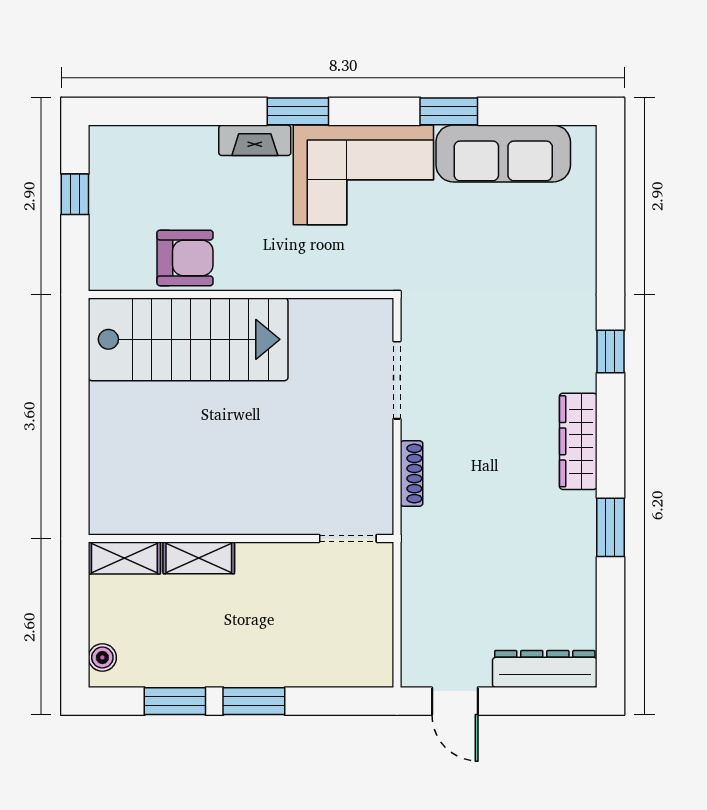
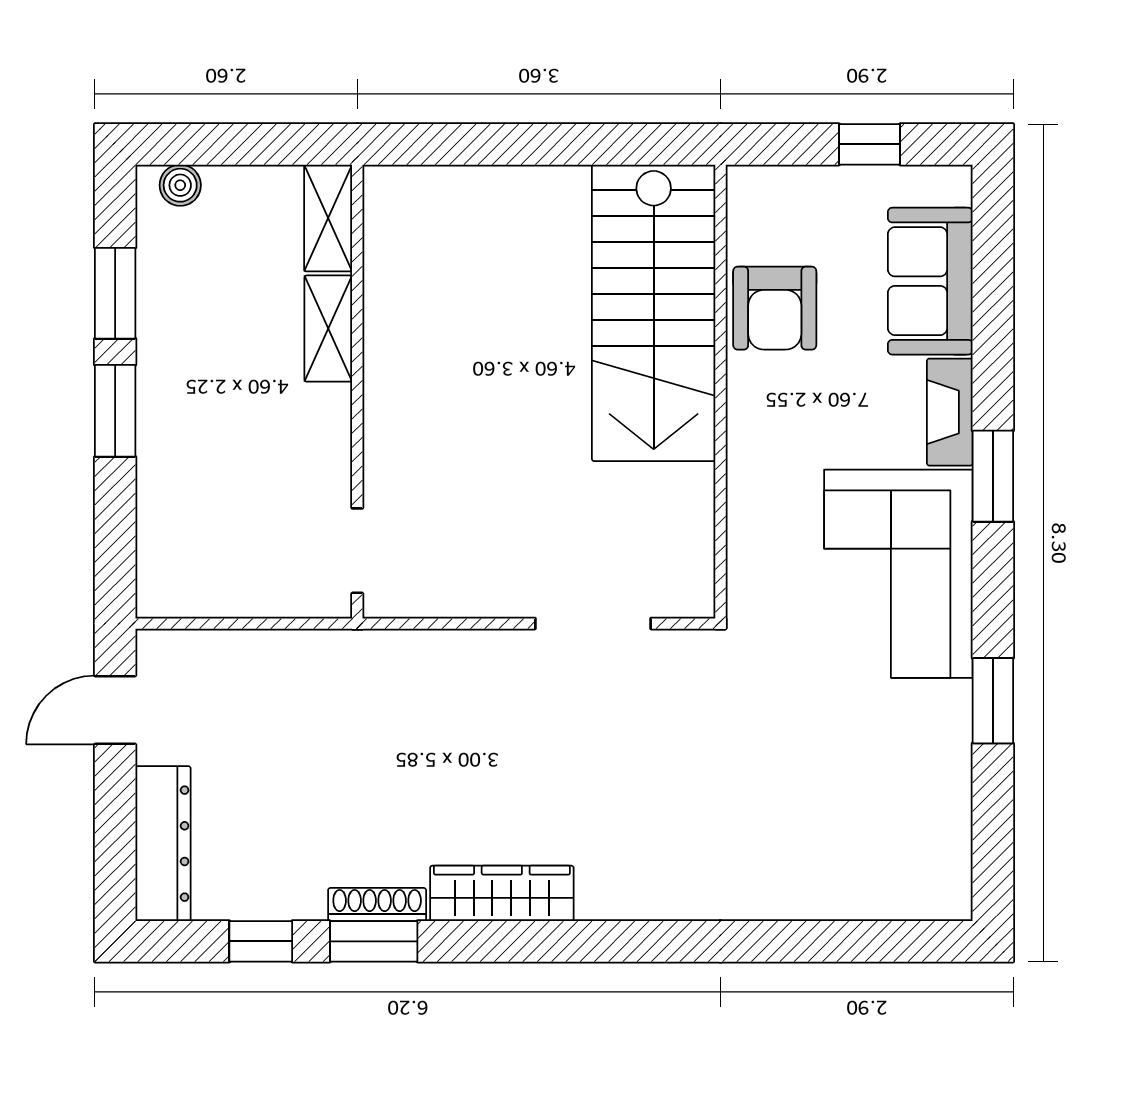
sofa: (503, 153) -> (930, 281), moved, width x0.73
window: (610, 351) -> (261, 941), moved
shoe rack: (411, 473) -> (377, 905), moved, turned 180

